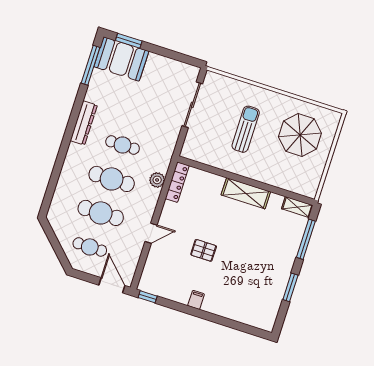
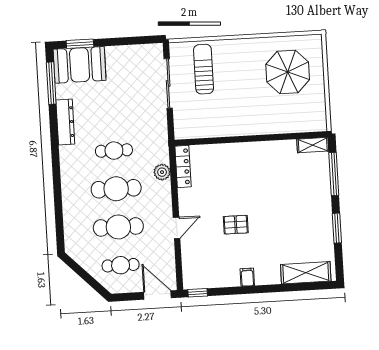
dresser: (84, 123) -> (65, 122), moved
sun lounger: (246, 129) -> (204, 69), moved
shelving: (246, 193) -> (306, 273), moved

